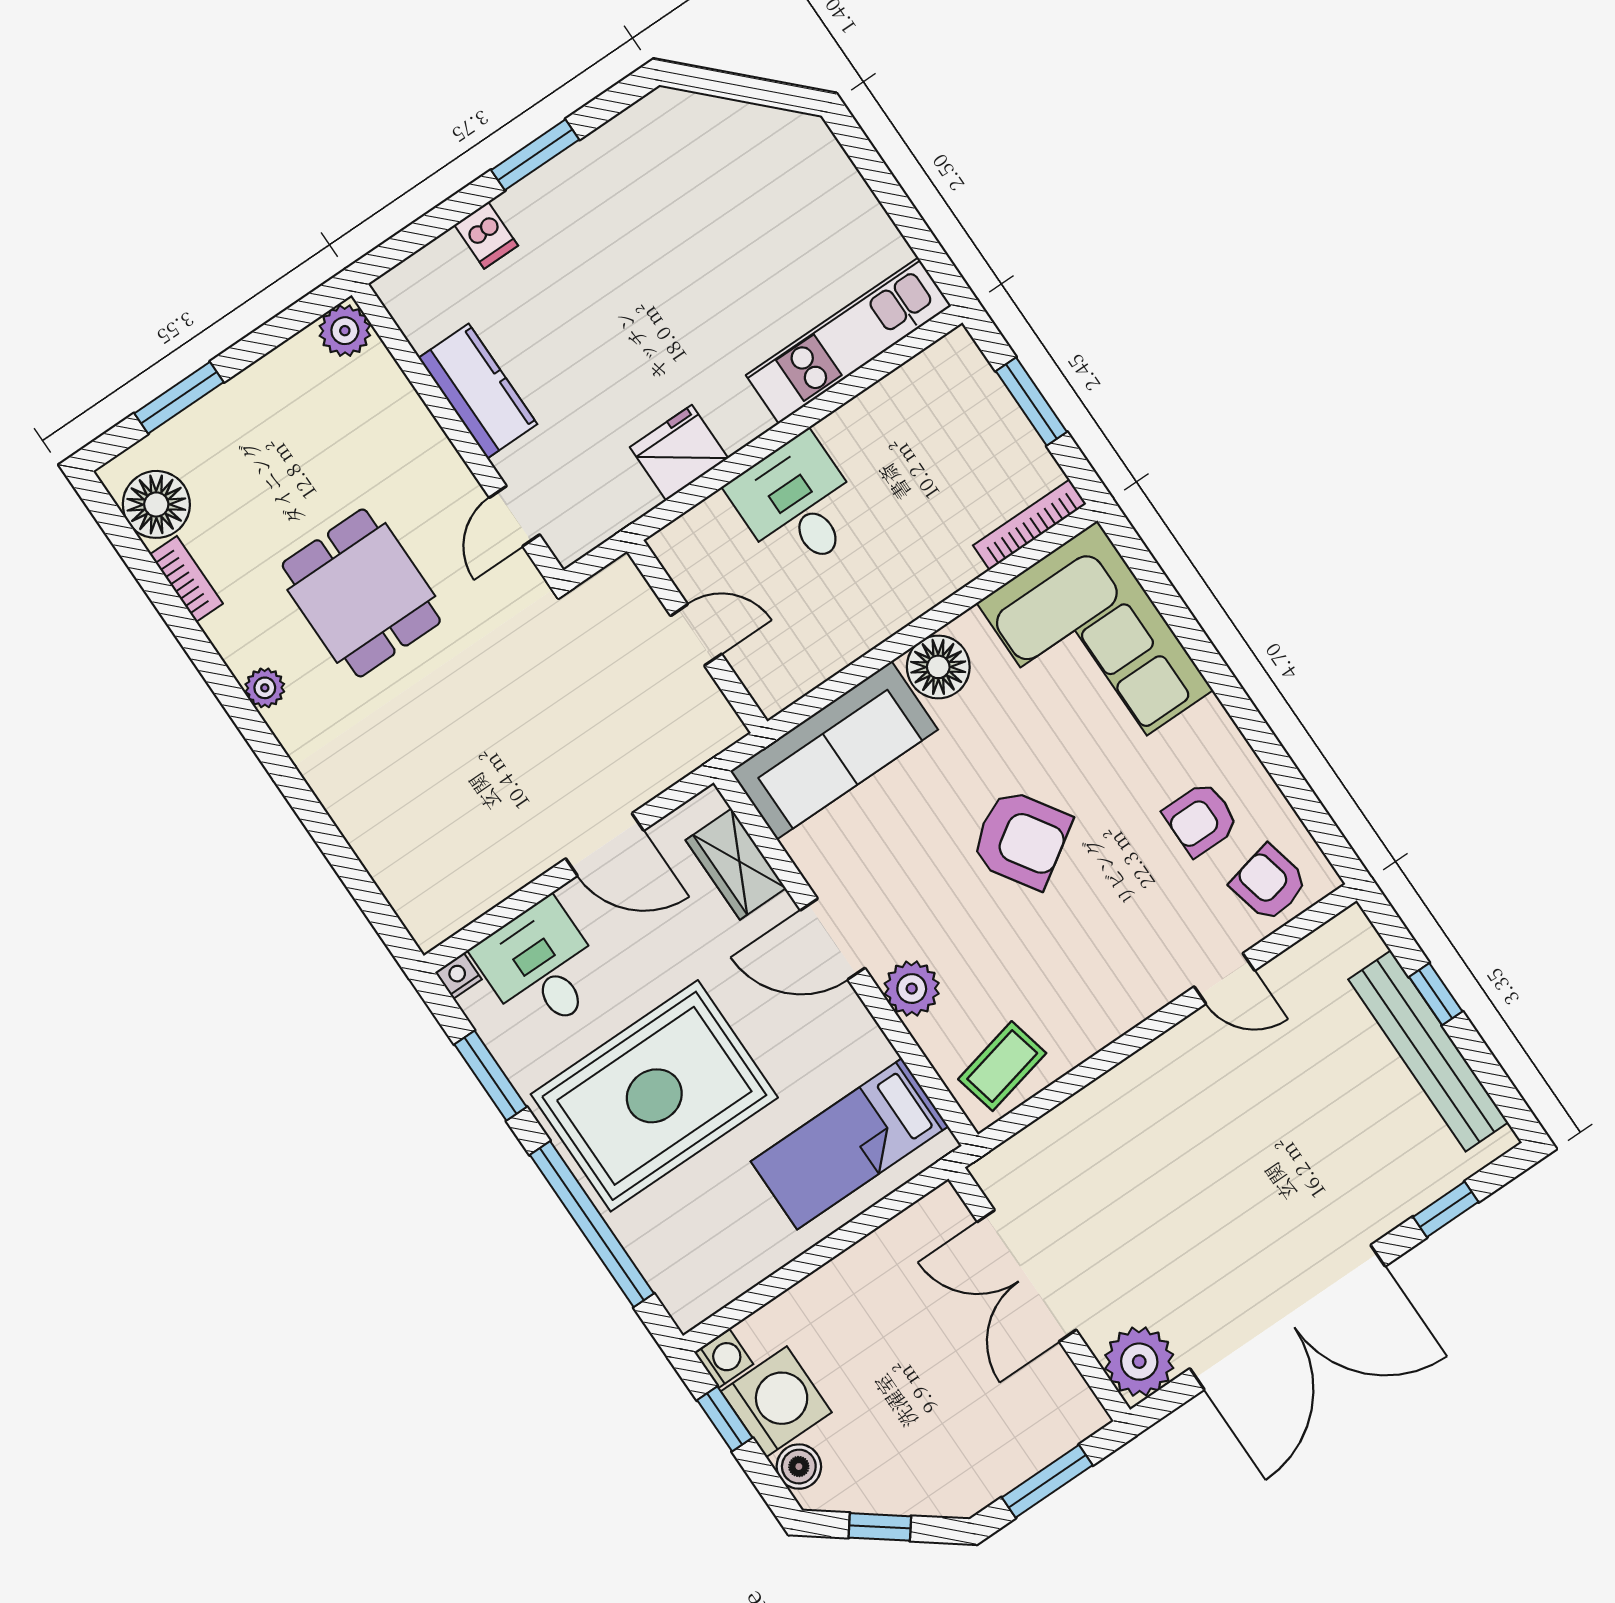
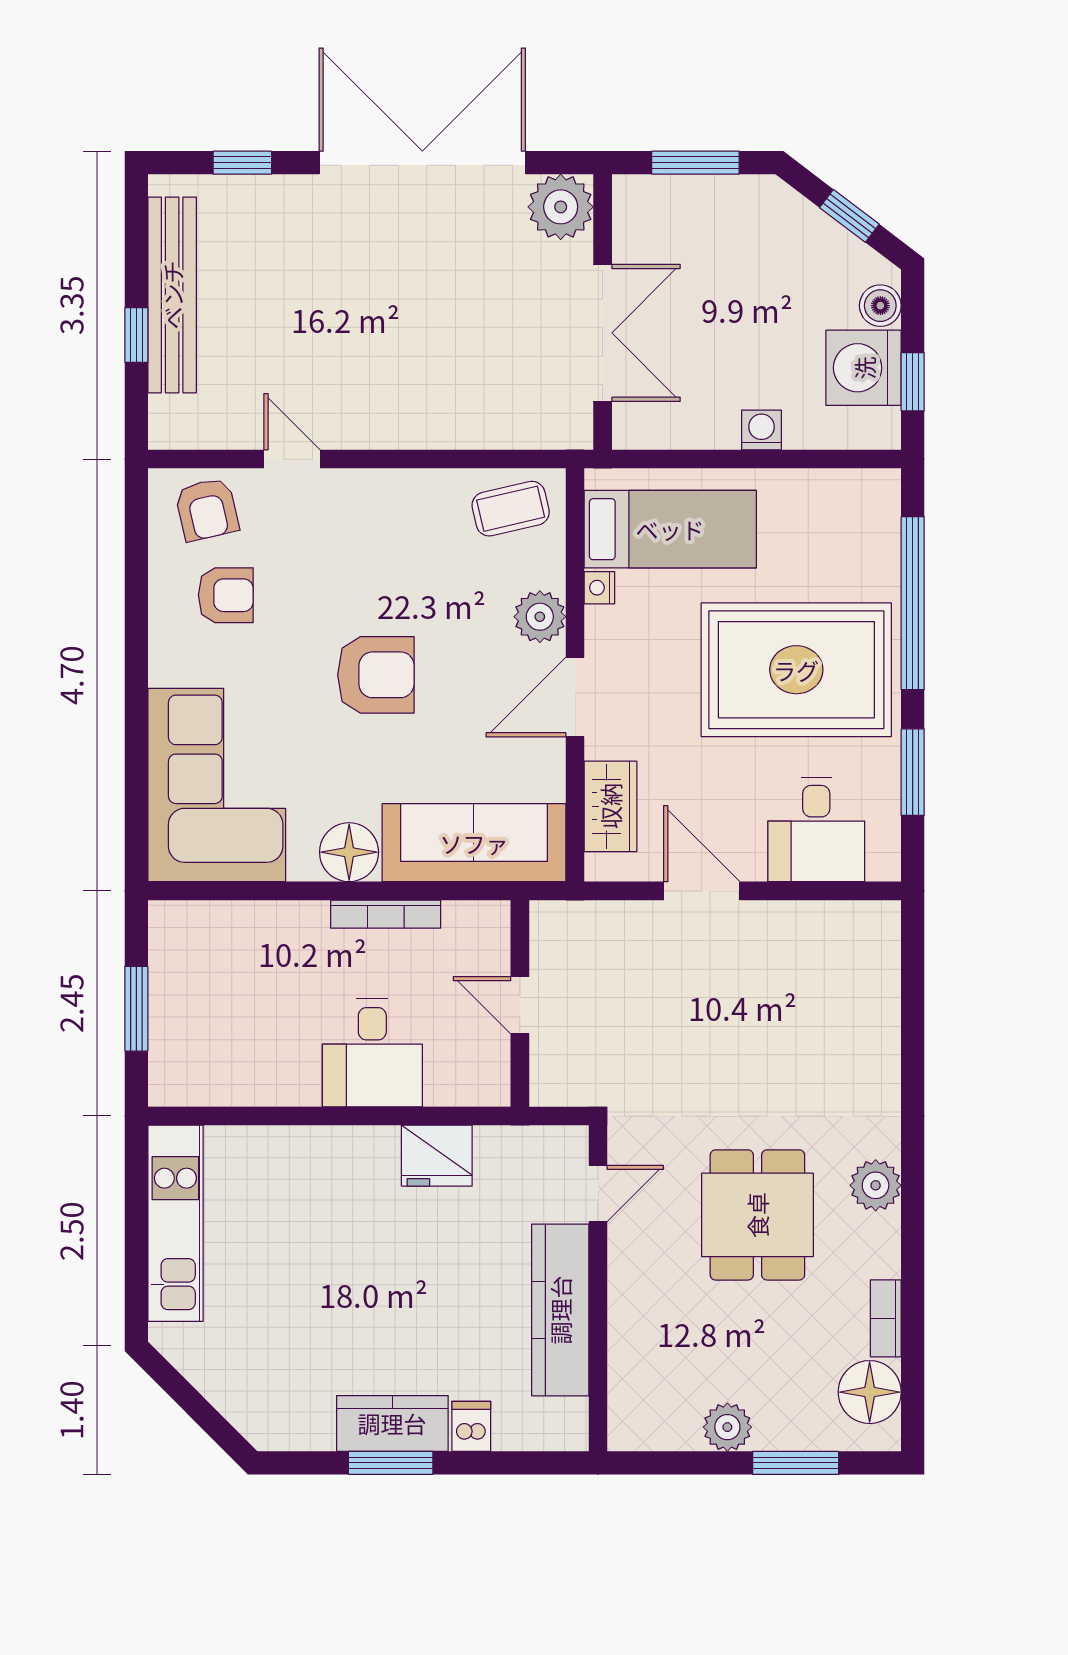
kitchen counter: (557, 190) -> (392, 1423), added
plant: (345, 331) -> (727, 1427), moved
kitchen unit: (849, 341) -> (175, 1223), moved, turned -90
kitchen counter: (478, 391) -> (560, 1310), width x1.50
bookcase: (1030, 525) -> (386, 914), moved
plant: (265, 688) -> (876, 1185), width x1.38, depth x1.38
armchair: (1021, 839) -> (376, 675), turned 123
door: (833, 939) -> (575, 697), swing flipped
nightstand: (459, 976) -> (599, 588), moved, turned 90
washing machine: (724, 1359) -> (762, 430), moved, turned 90

